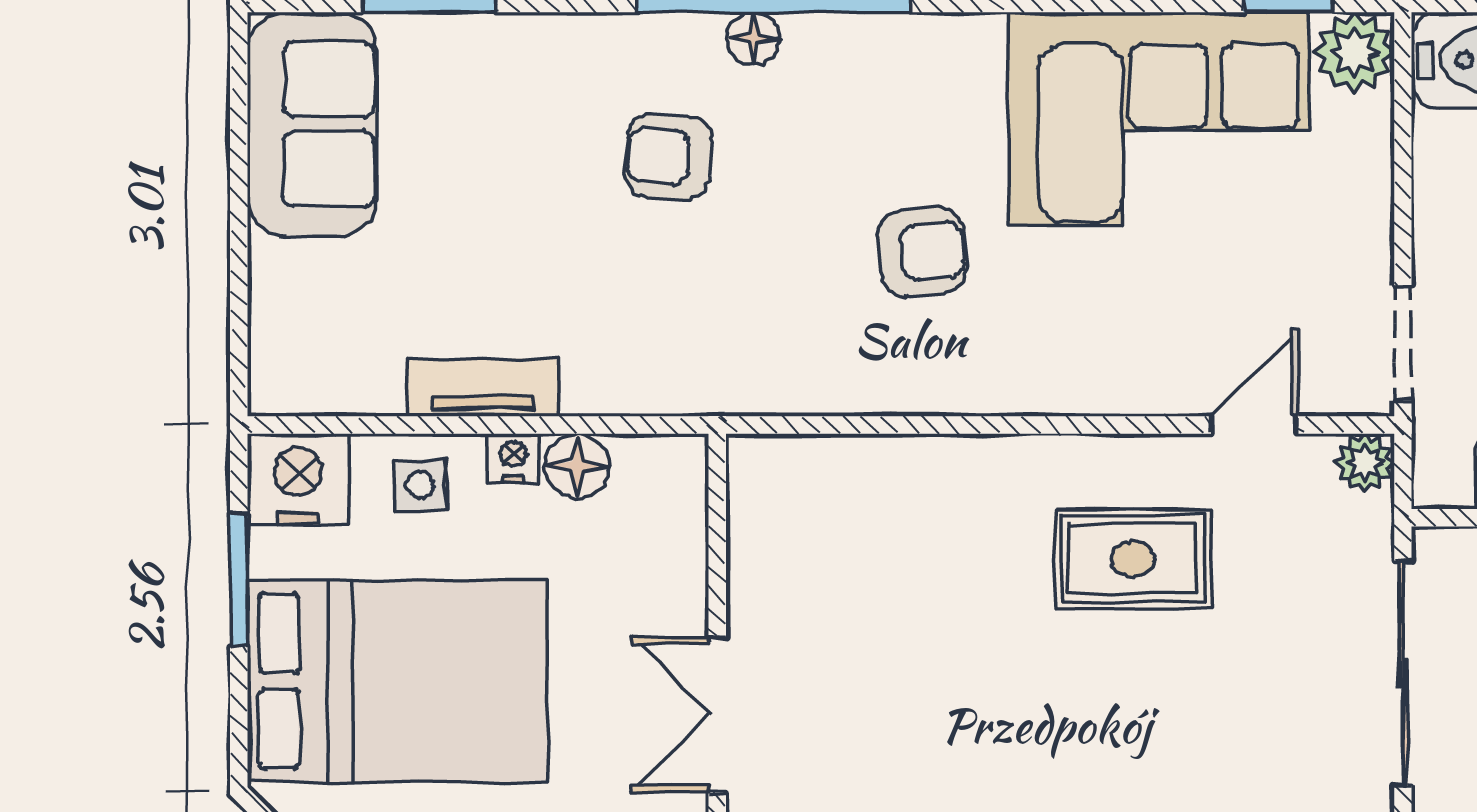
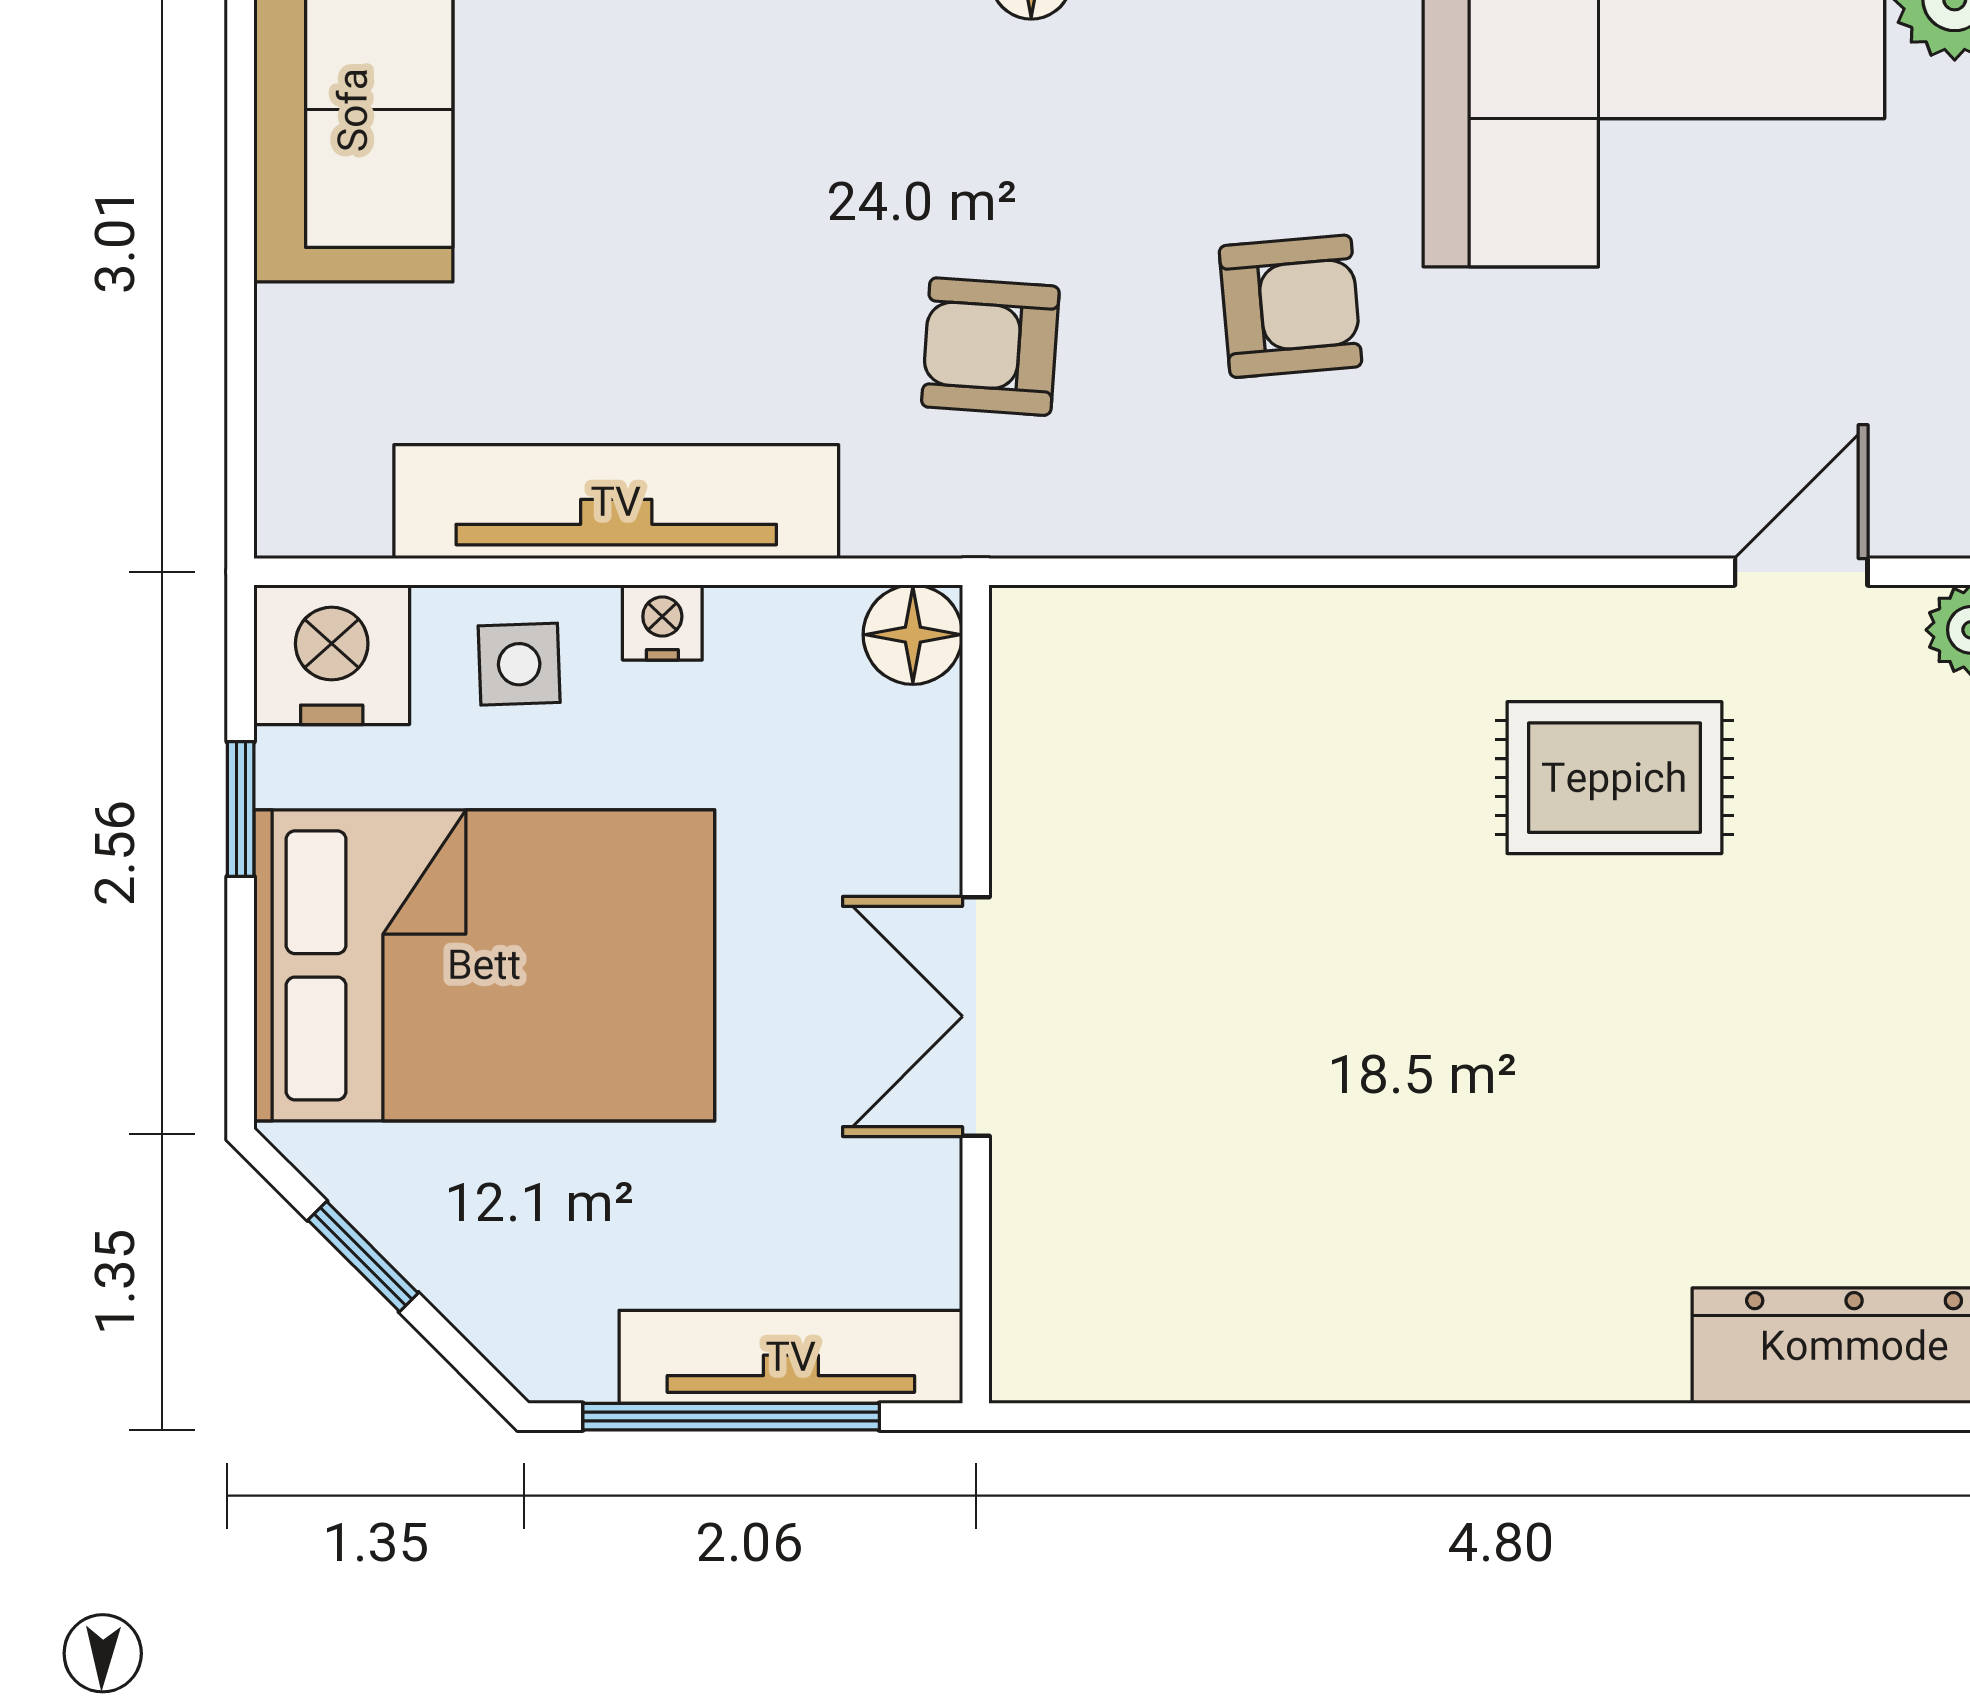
armchair: (669, 157) -> (990, 347), moved
tv unit: (483, 388) -> (616, 502), width x1.92, depth x1.29
floor lamp: (577, 466) -> (913, 635), moved
window: (239, 579) -> (241, 809), width x0.67

